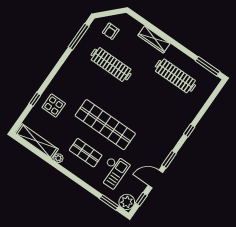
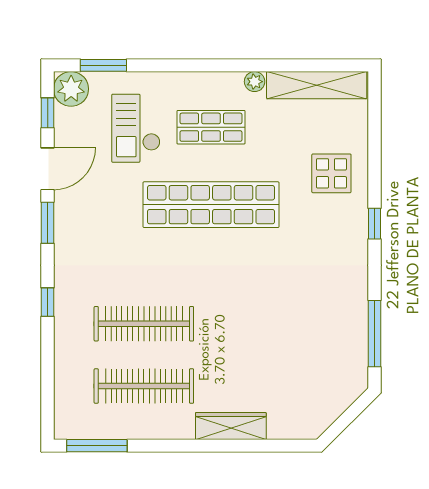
armchair: (111, 31) -> (322, 385), removed
clothes rail: (111, 65) -> (144, 324), moved
window: (35, 99) -> (374, 224), moved

